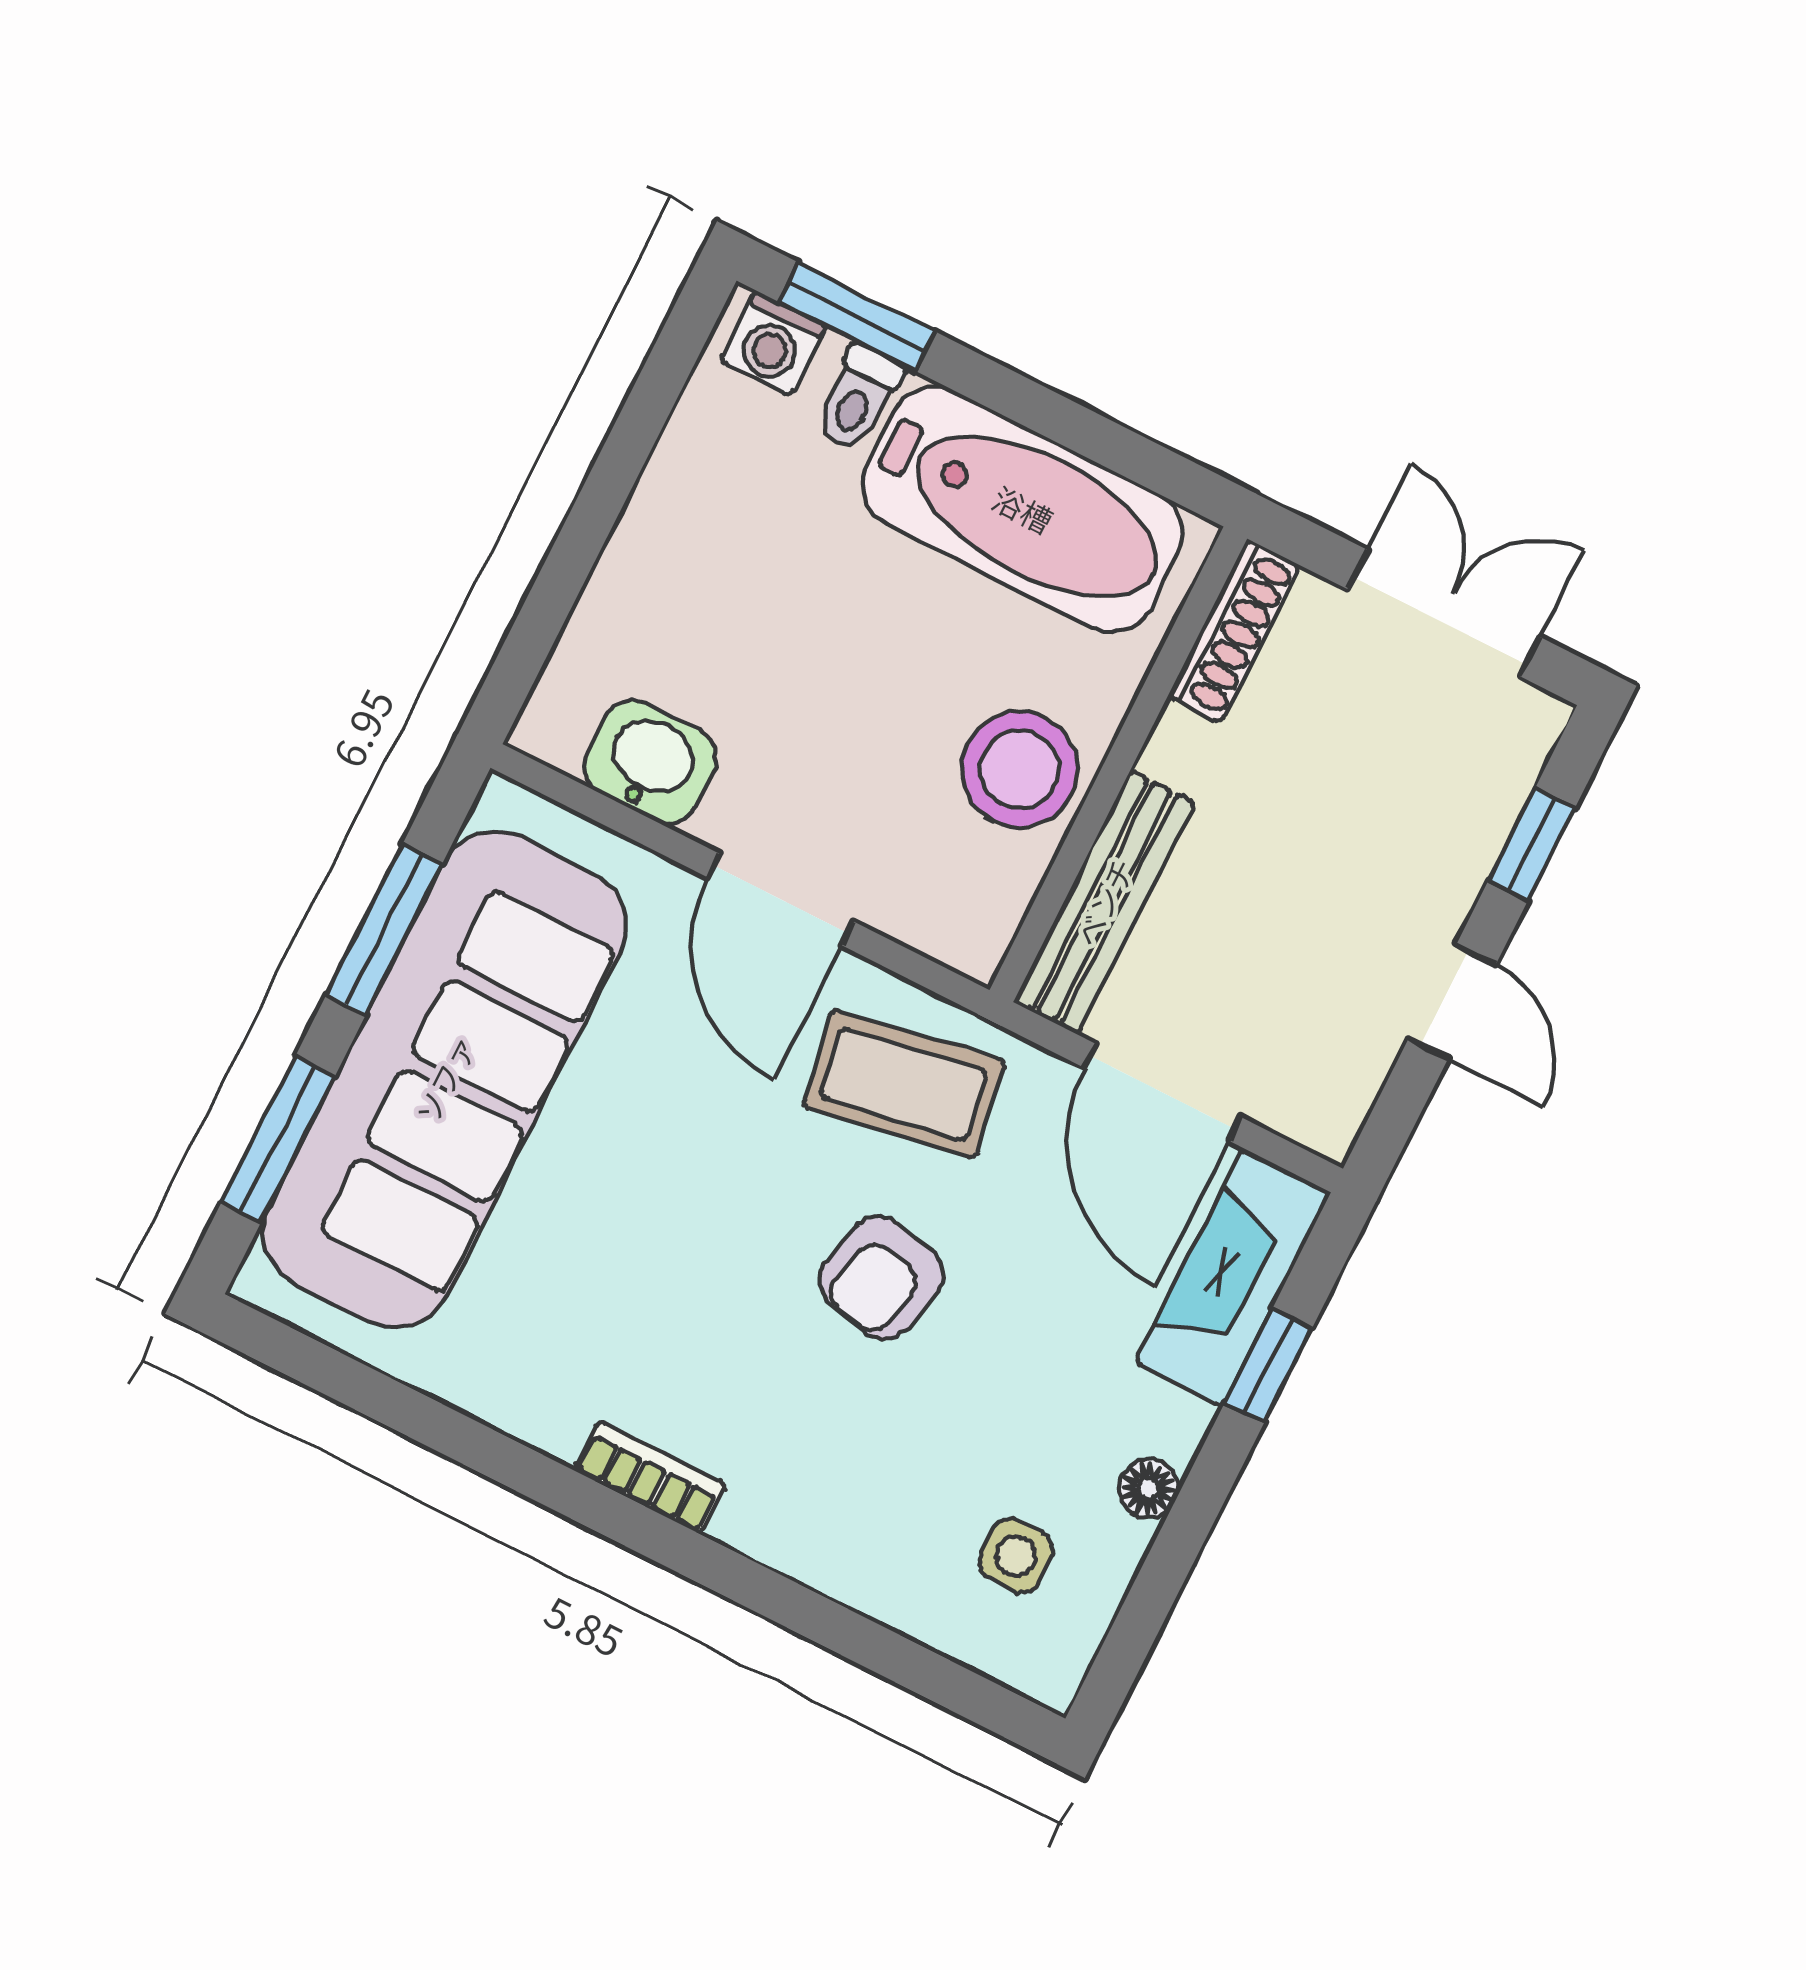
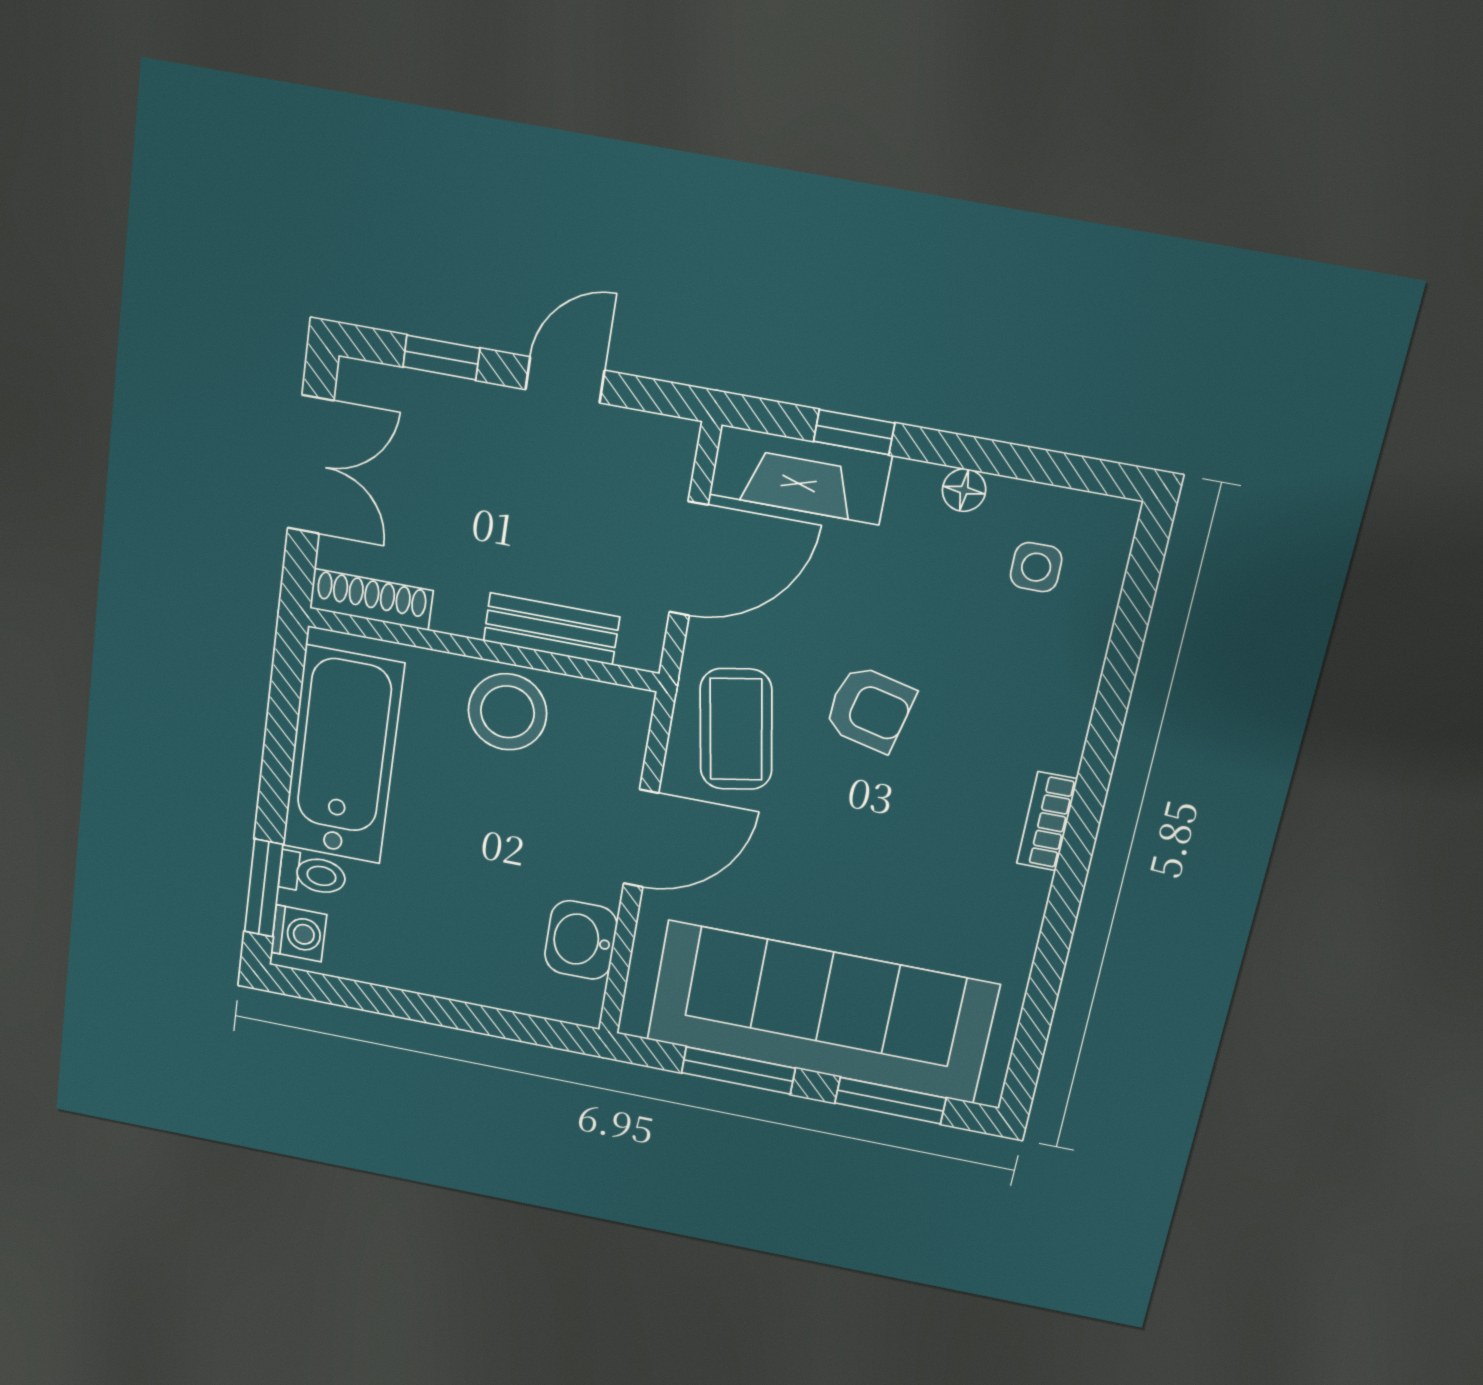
double door: (1444, 613) -> (311, 465), swing flipped
bench: (1104, 902) -> (551, 629), width x0.73

